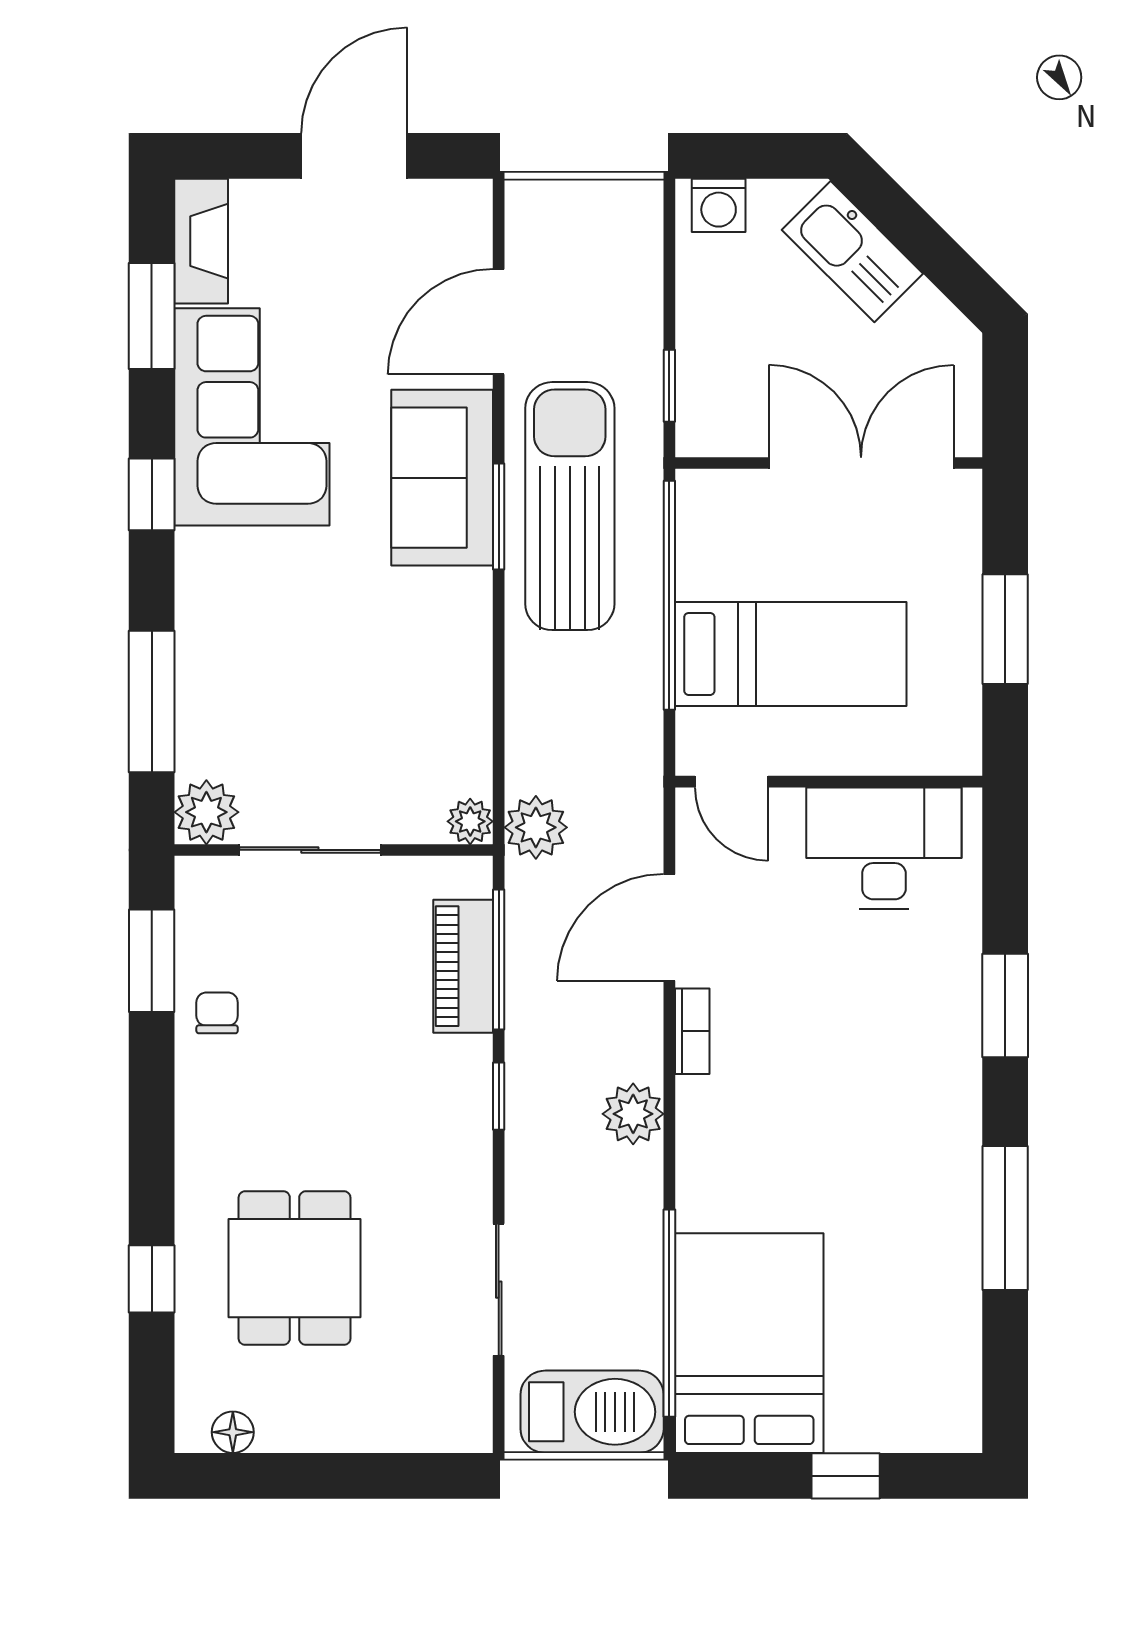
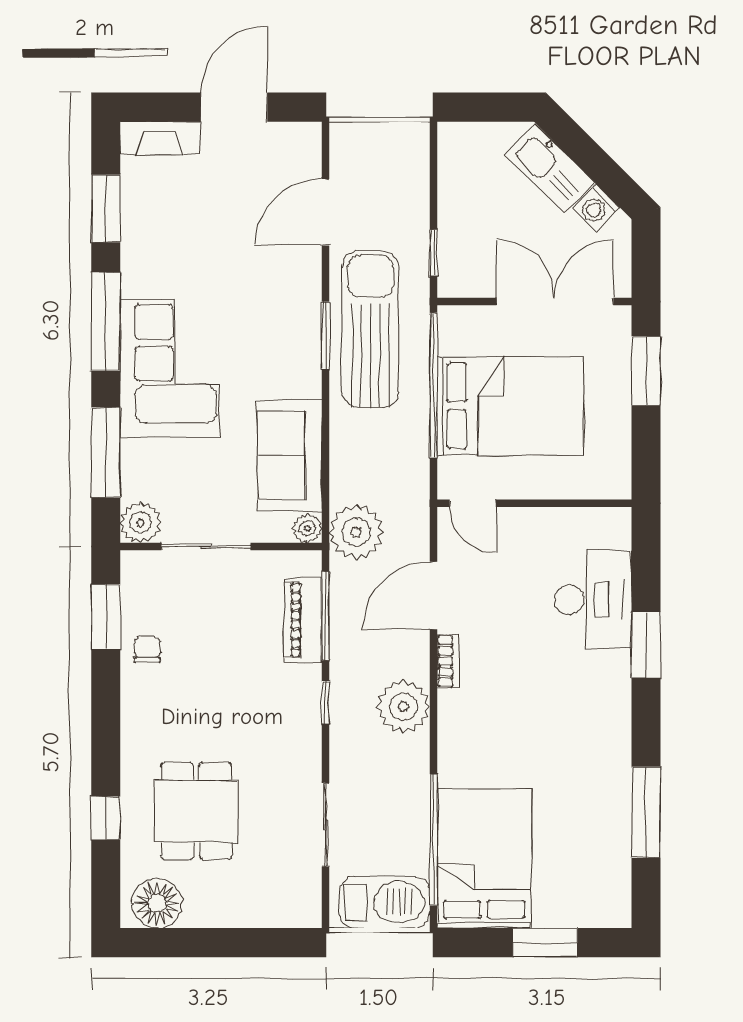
washing machine: (719, 205) -> (596, 208), moved, turned 45
fireplace: (201, 241) -> (160, 138), moved, turned 90
corner sofa: (252, 417) -> (169, 368), moved
sofa: (442, 478) -> (290, 456), moved
window: (152, 494) -> (106, 321), width x2.17
window: (1005, 629) -> (646, 371), moved
bed: (791, 654) -> (510, 406), width x1.50
plant: (536, 827) -> (356, 532), width x1.36, depth x1.36
desk: (884, 848) -> (593, 600), moved, turned 90
plant: (633, 1114) -> (403, 707), width x1.36, depth x1.36
window: (1005, 1218) -> (646, 812), moved
floor lamp: (233, 1432) -> (157, 903), width x1.89, depth x1.89
window: (846, 1476) -> (545, 943), width x1.50

